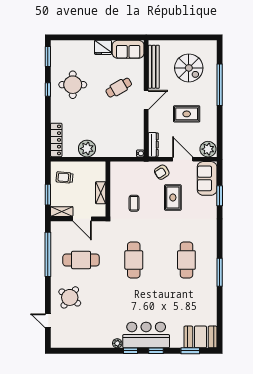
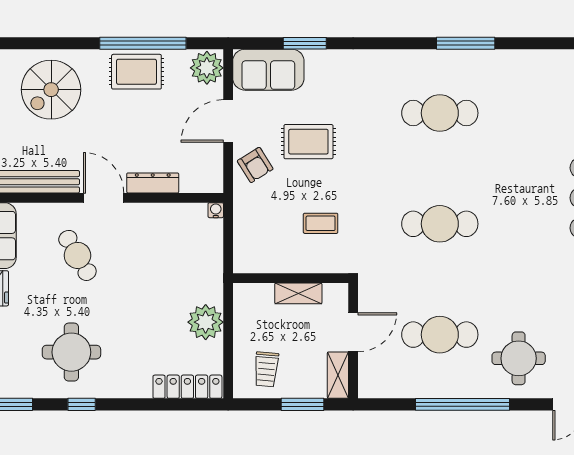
spiral stairs: (189, 68) -> (51, 90), moved, turned 180
window: (220, 85) -> (143, 43), moved
rug: (187, 114) -> (136, 72), moved, turned 90
dresser: (153, 145) -> (153, 183), moved
window: (48, 254) -> (463, 404), moved
cafe table: (81, 260) -> (440, 335), turned 90
round table: (70, 297) -> (519, 358), turned -36

